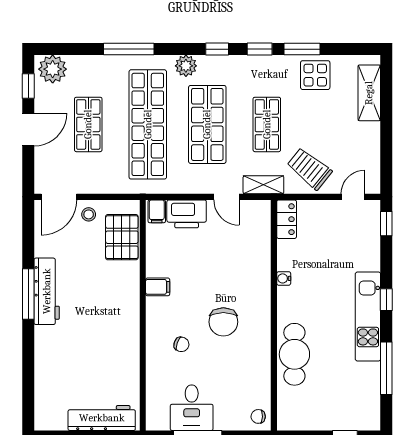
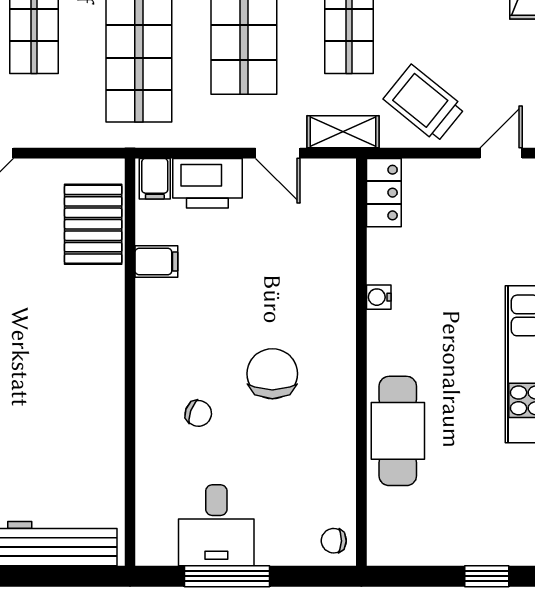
stool: (89, 214) -> (35, 184), removed
filing cabinet: (158, 287) -> (156, 262), moved
chair: (223, 322) -> (272, 374), turned 180

